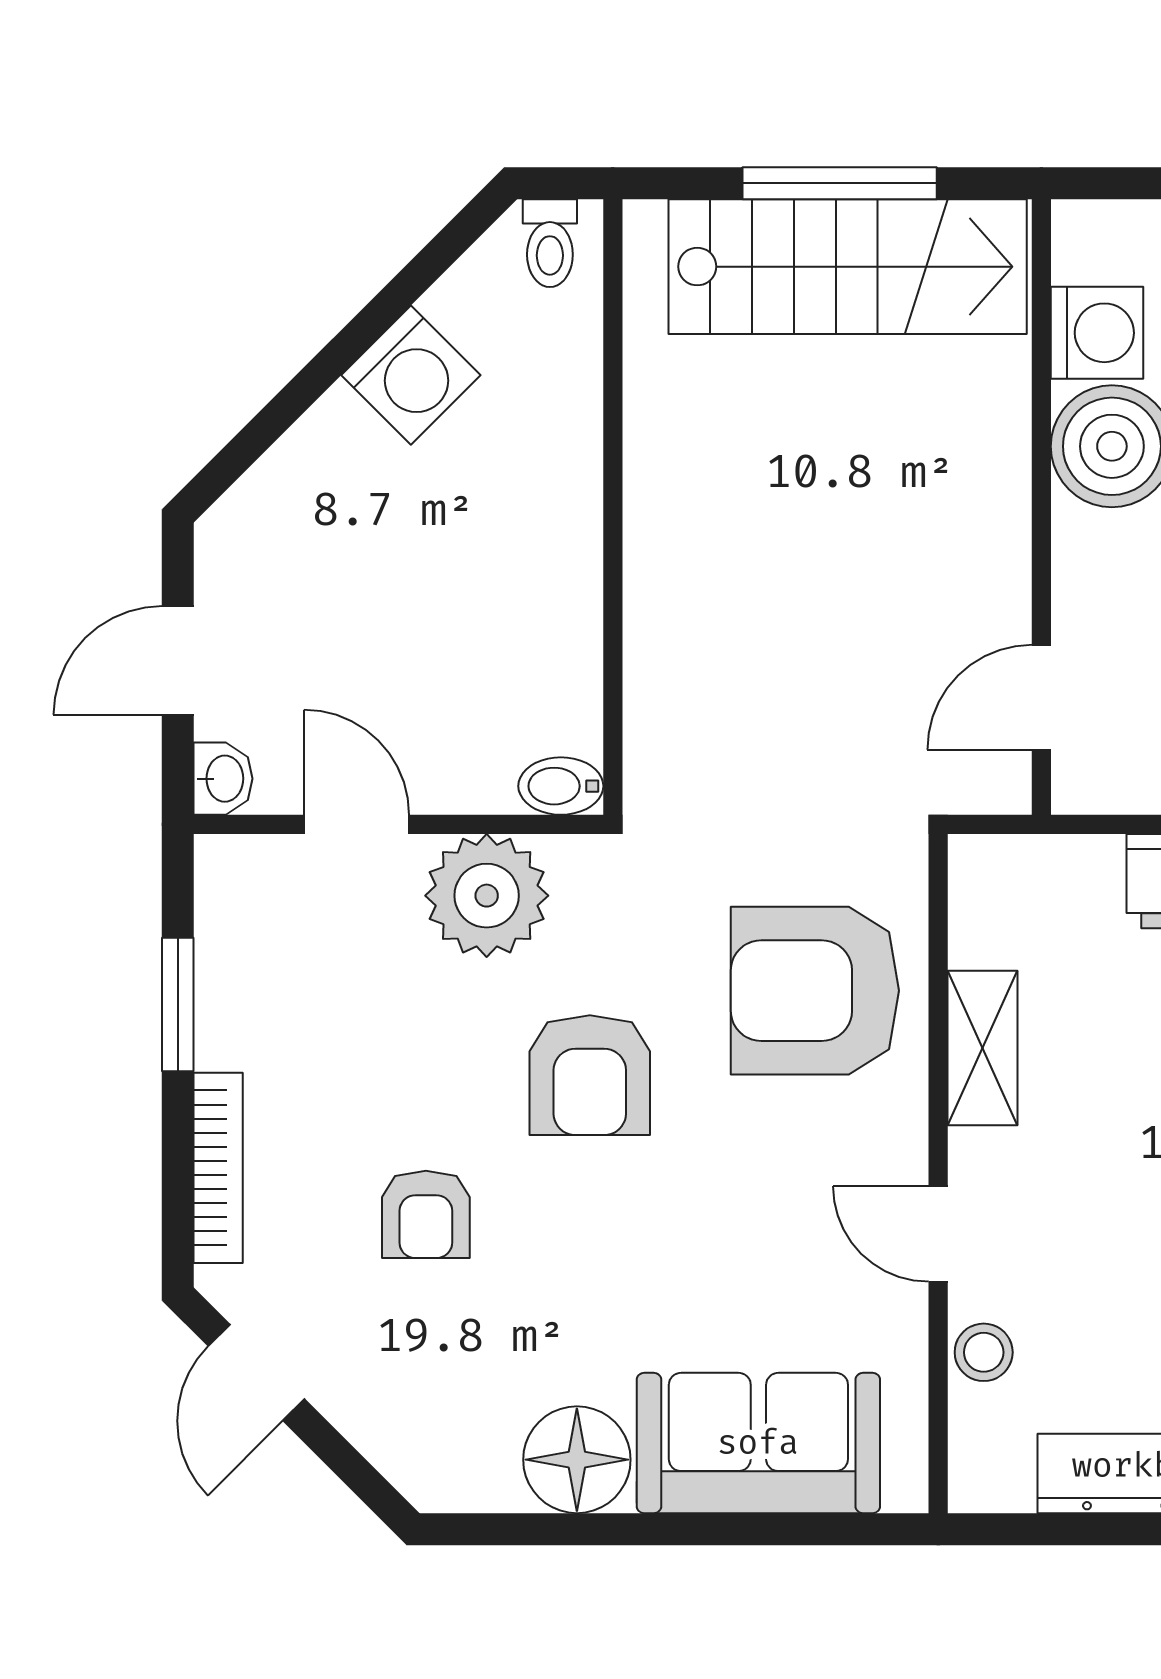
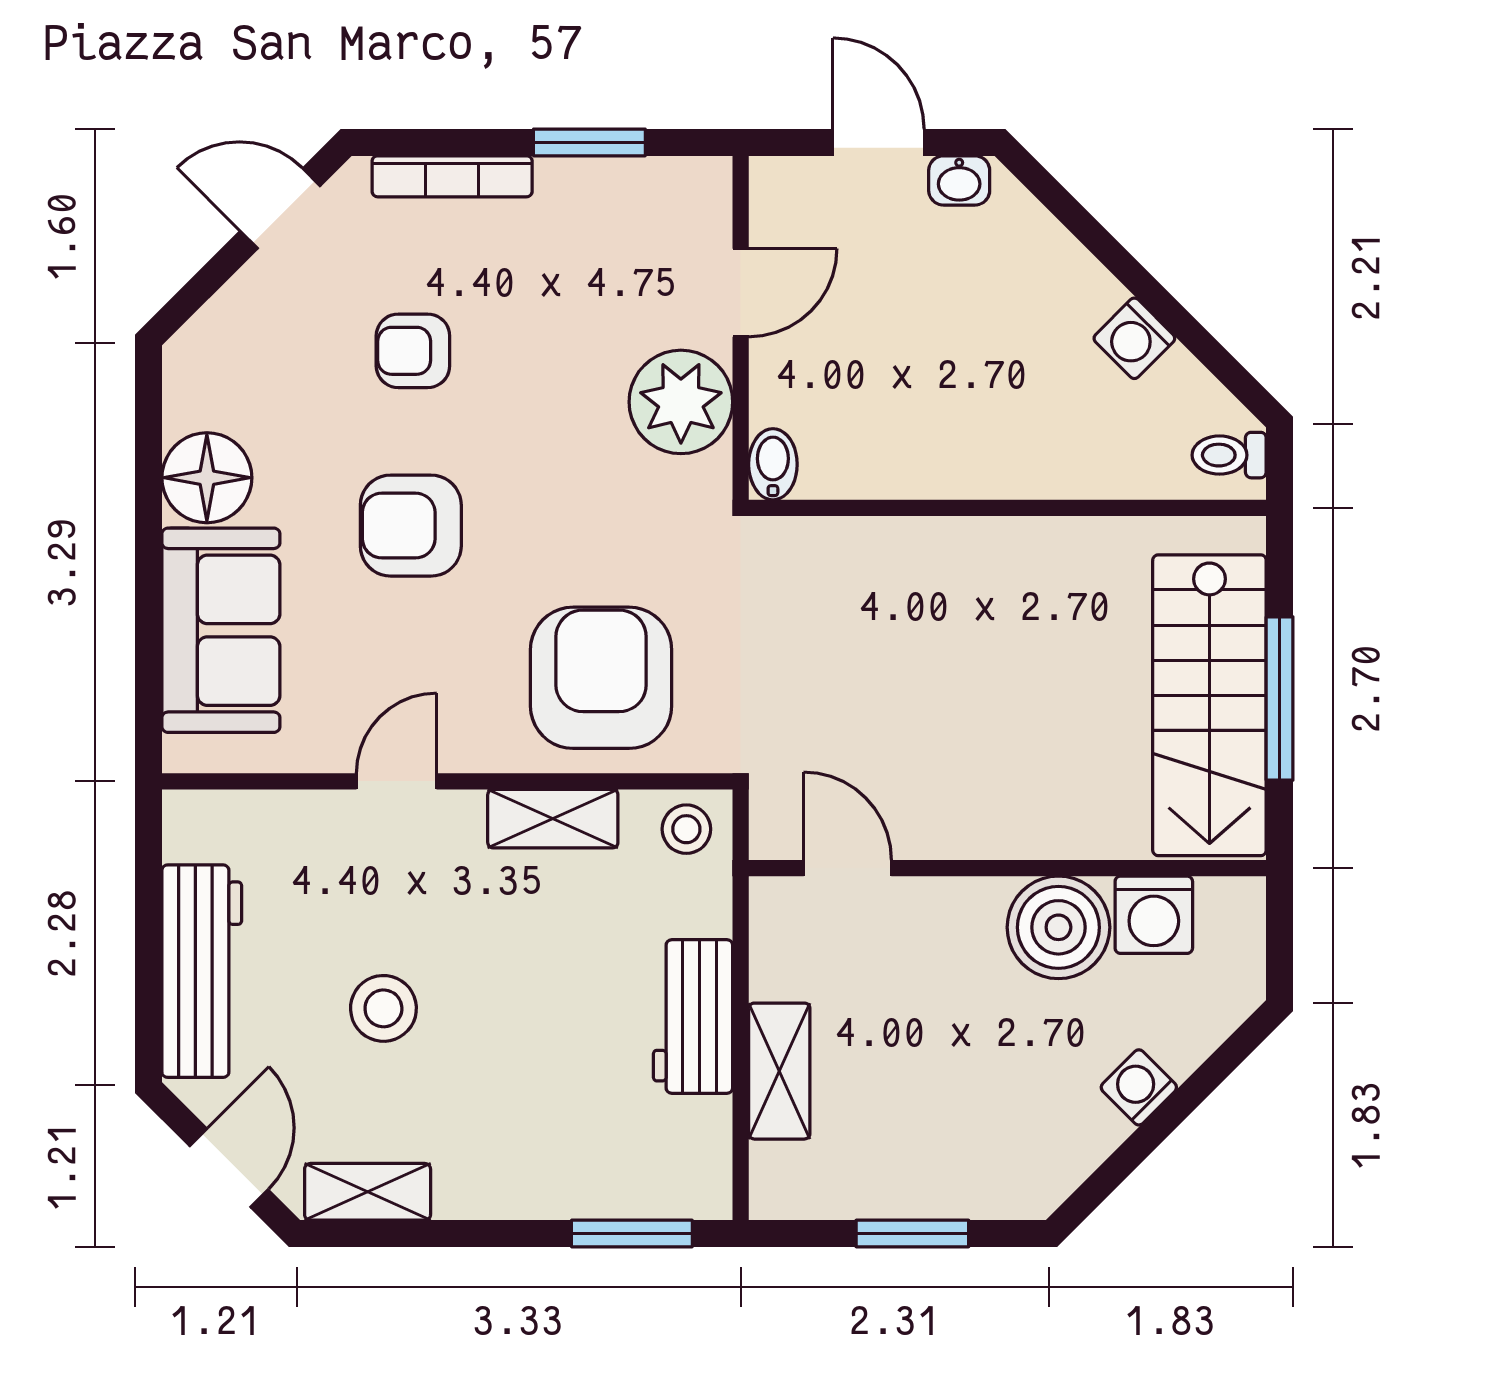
washing machine: (411, 375) -> (1134, 338), width x0.73, depth x0.73
washbasin: (223, 779) -> (959, 180), moved
armchair: (590, 1075) -> (411, 526), moved
stool: (984, 1352) -> (686, 829), moved

